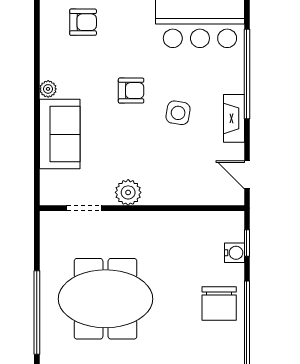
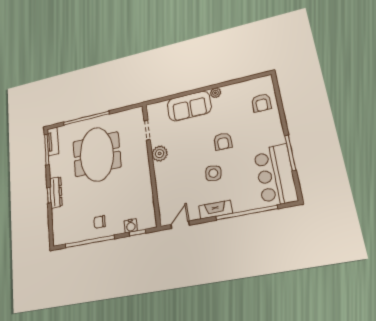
chair: (219, 304) -> (100, 222), width x0.54, depth x0.54

